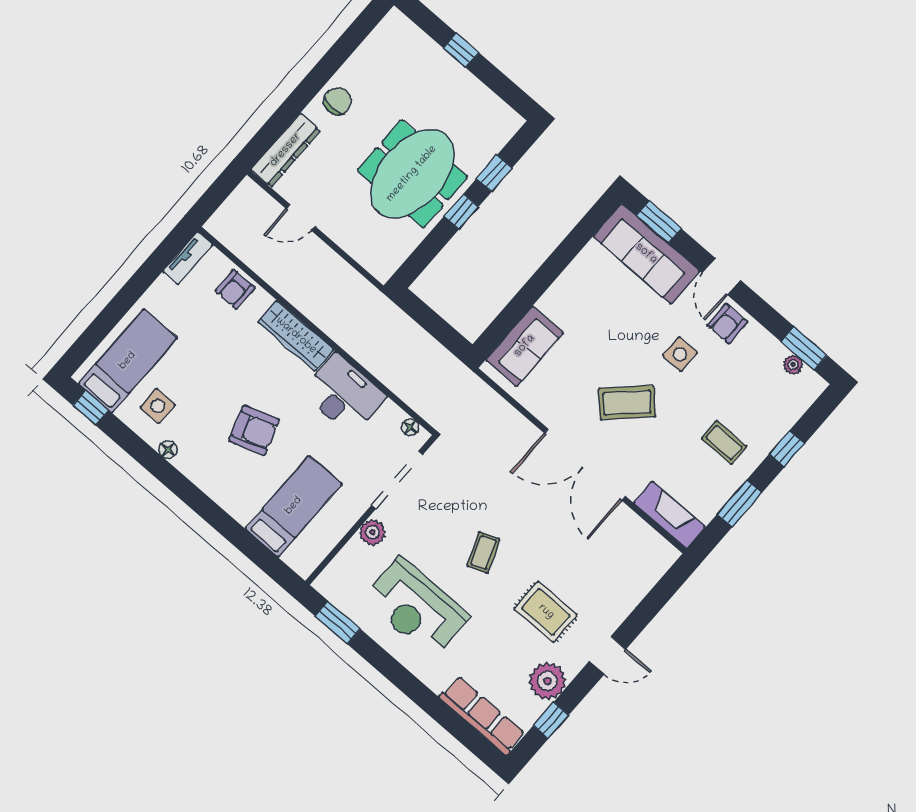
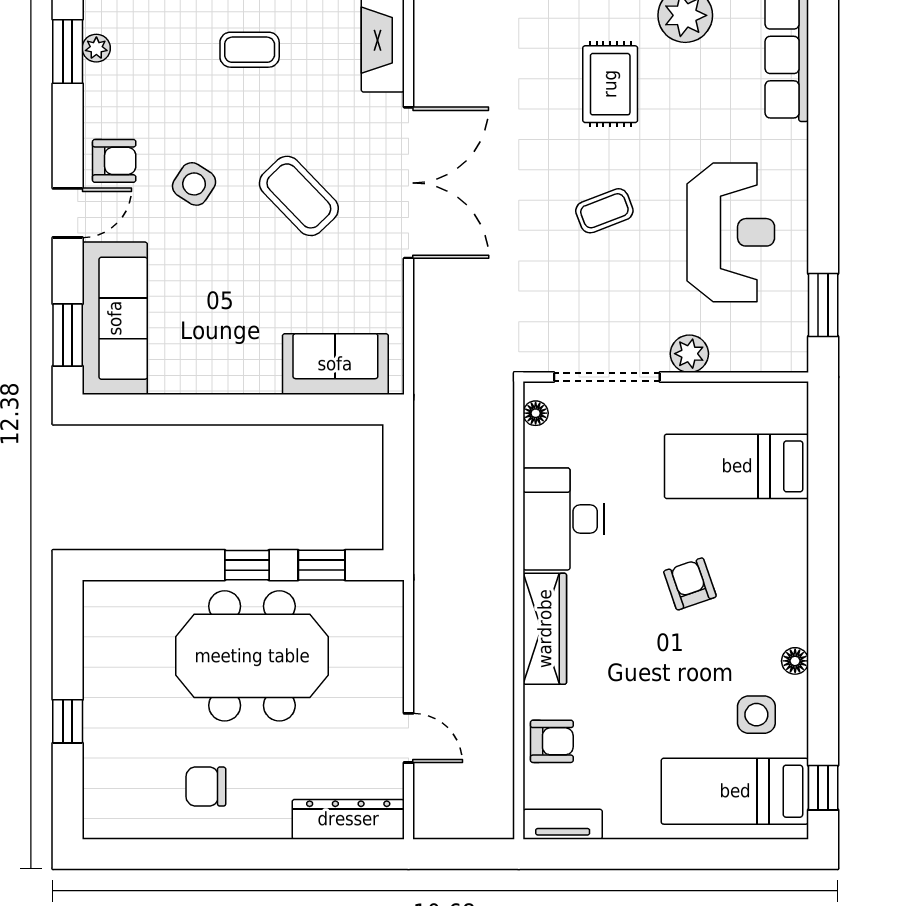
chair: (338, 101) -> (206, 787), moved
window: (494, 173) -> (322, 565), moved
side table: (680, 354) -> (194, 184), turned 33
armchair: (254, 430) -> (690, 584), width x0.72, depth x0.72
coffee table: (724, 442) -> (250, 50), turned 90

